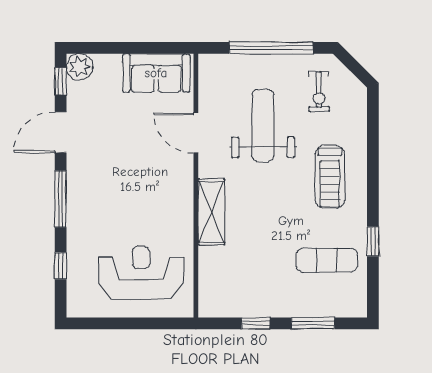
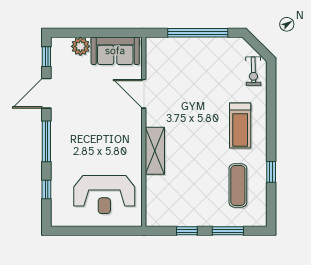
plant: (79, 67) -> (80, 46), moved
exercise bike: (319, 91) -> (253, 71), moved
weight bench: (263, 125) -> (192, 88), removed
exercise mat: (327, 260) -> (238, 185), turned 90
reception desk: (141, 273) -> (104, 195), turned 180

